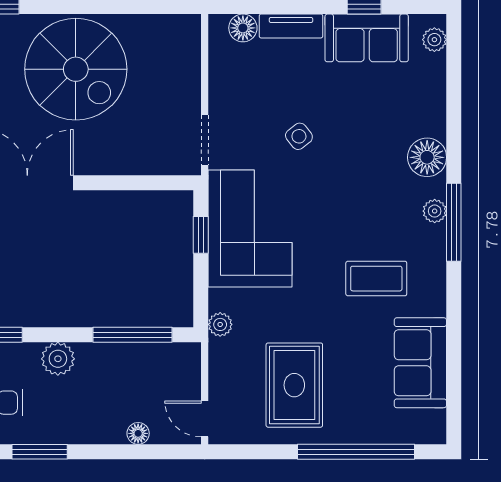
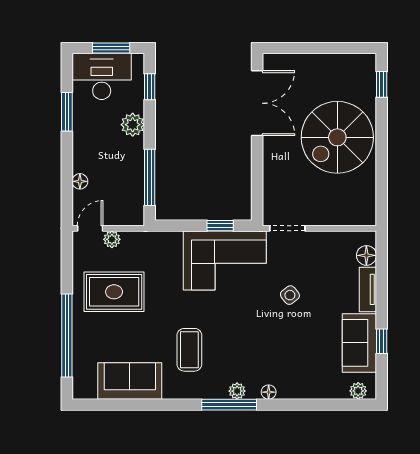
floor lamp: (427, 157) -> (269, 392), width x0.53, depth x0.53
plant: (220, 324) -> (112, 239), moved

